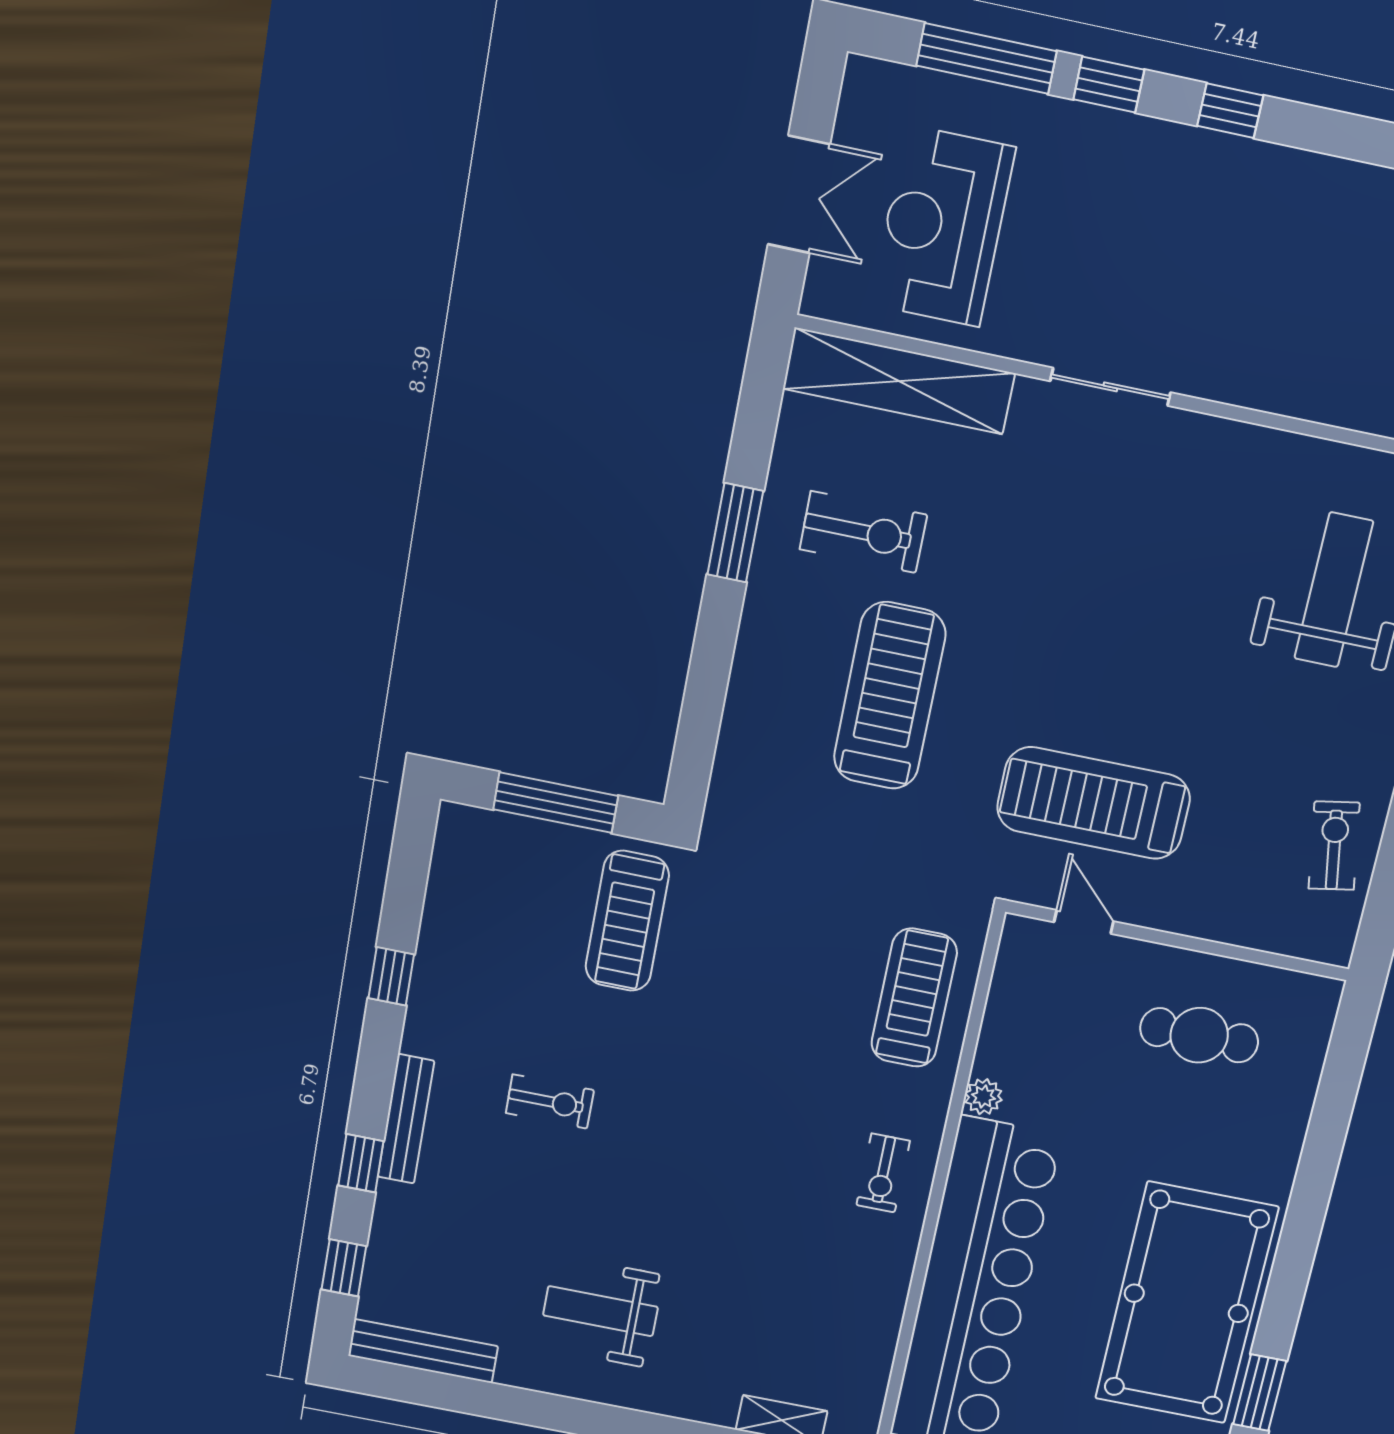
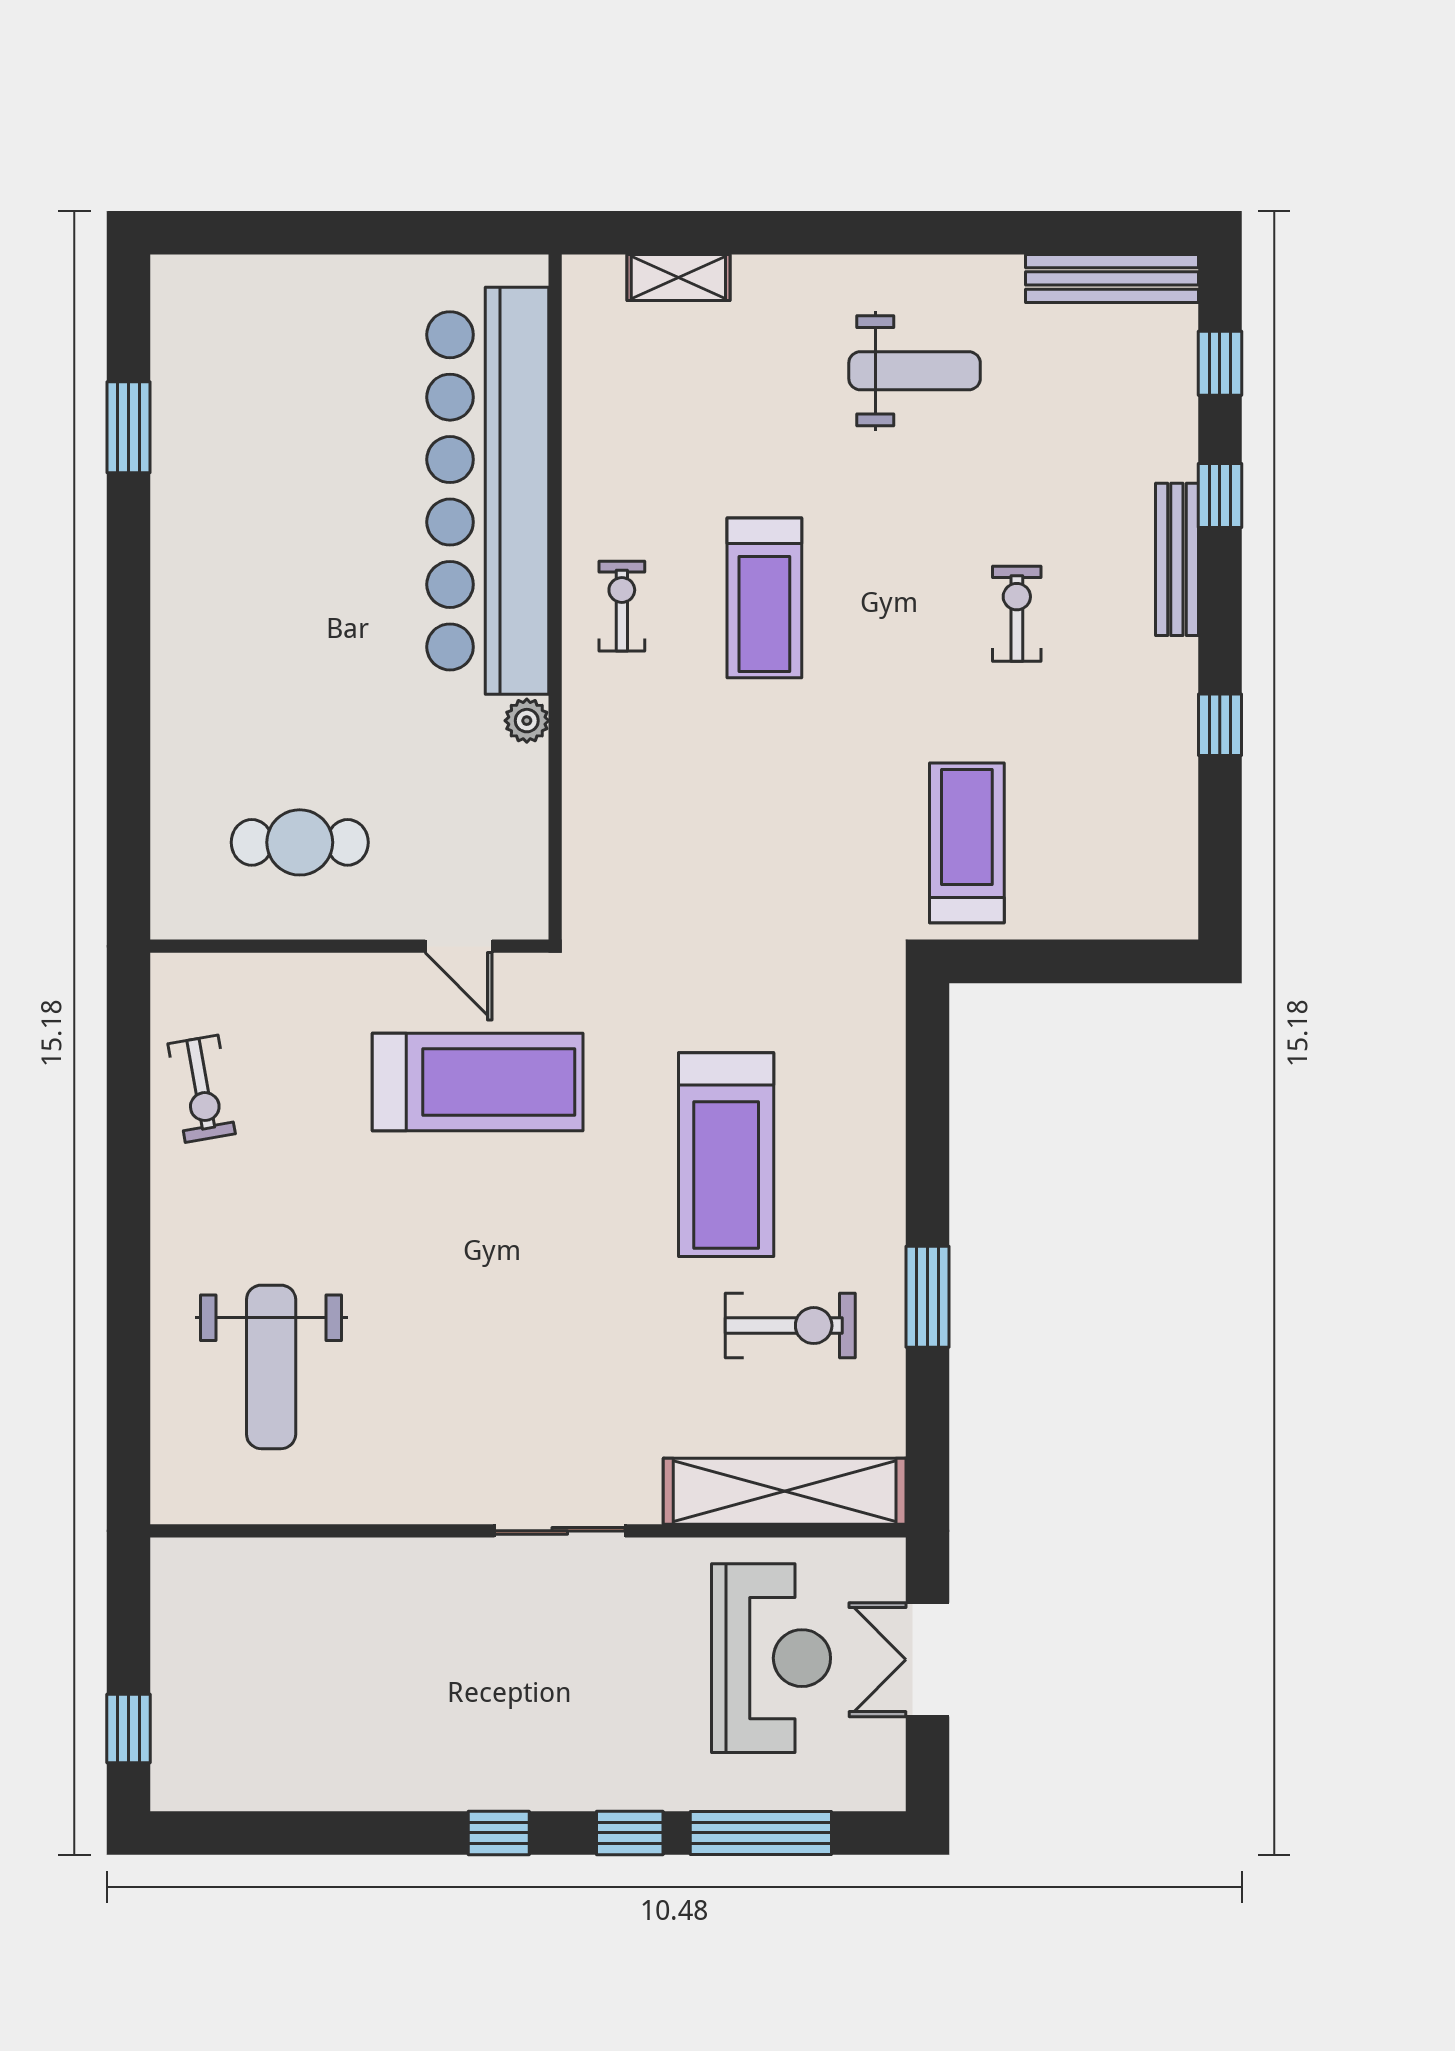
exercise bike: (863, 532) -> (790, 1326), turned 180
window: (556, 803) -> (1070, 961), removed
treadmill: (914, 998) -> (764, 598), moved
exercise bike: (550, 1102) -> (1017, 614), turned 90
pool table: (1186, 1303) -> (240, 520), removed

